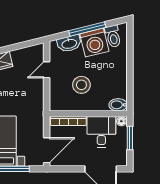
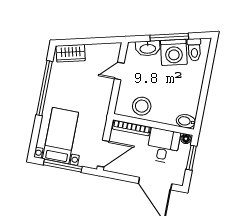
stool: (81, 85) -> (142, 106), moved

